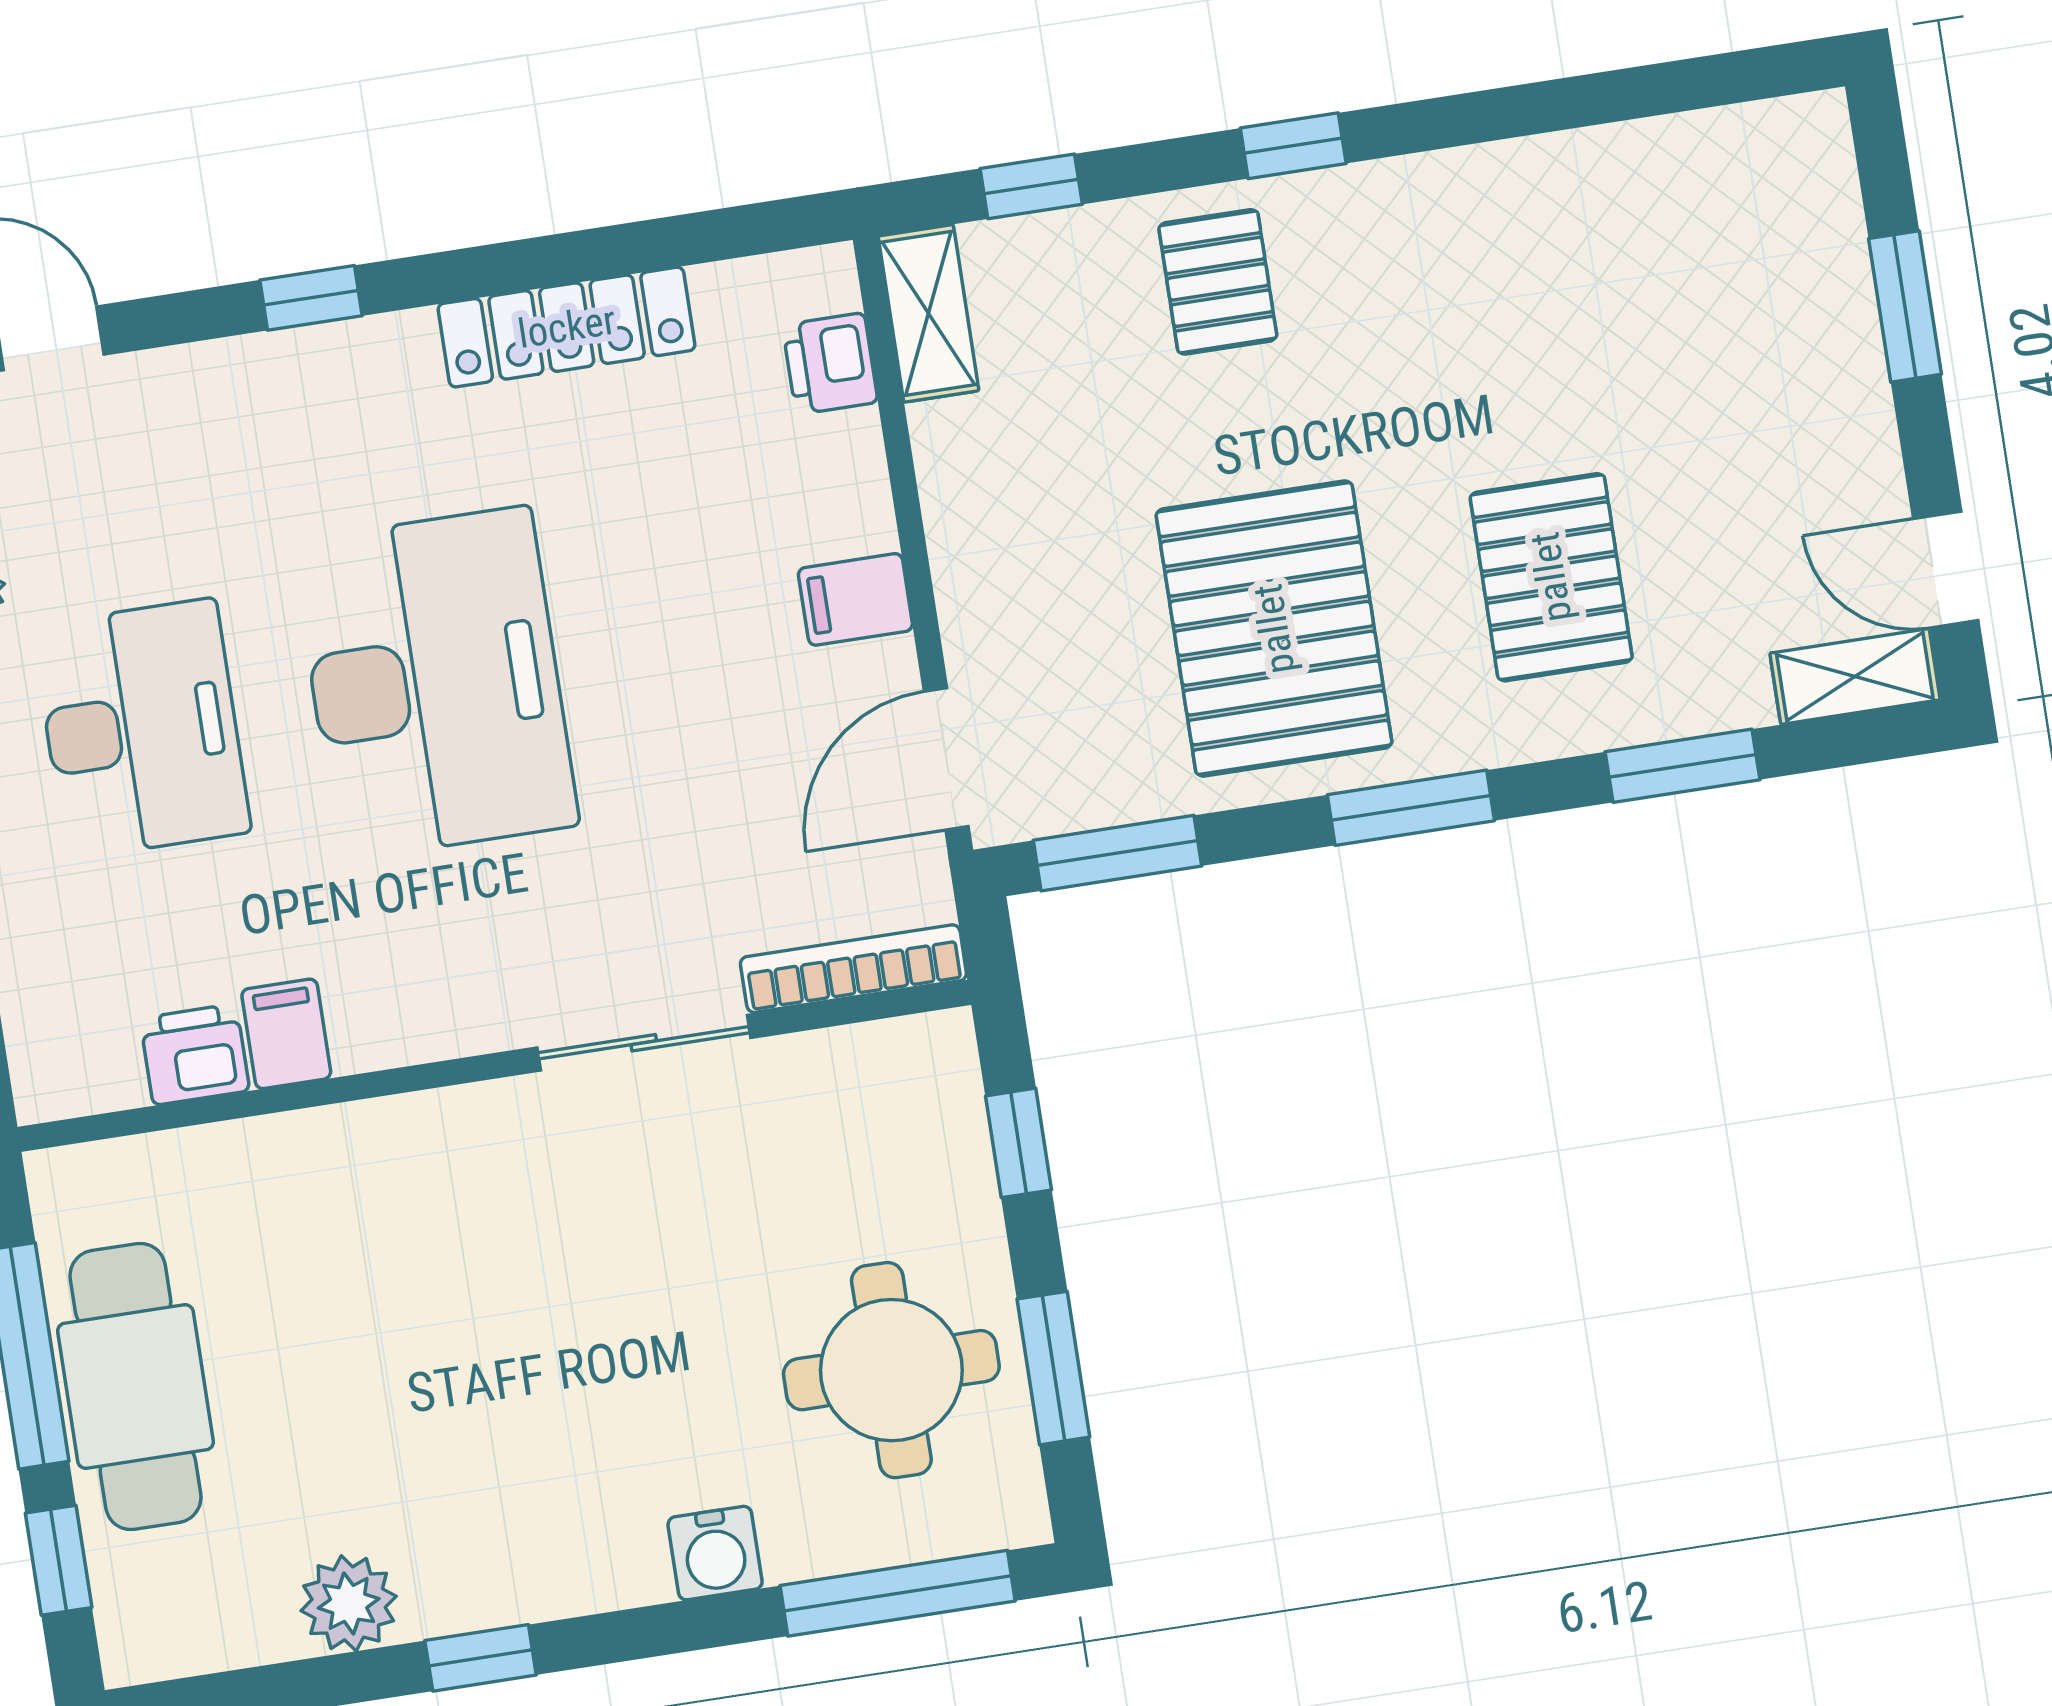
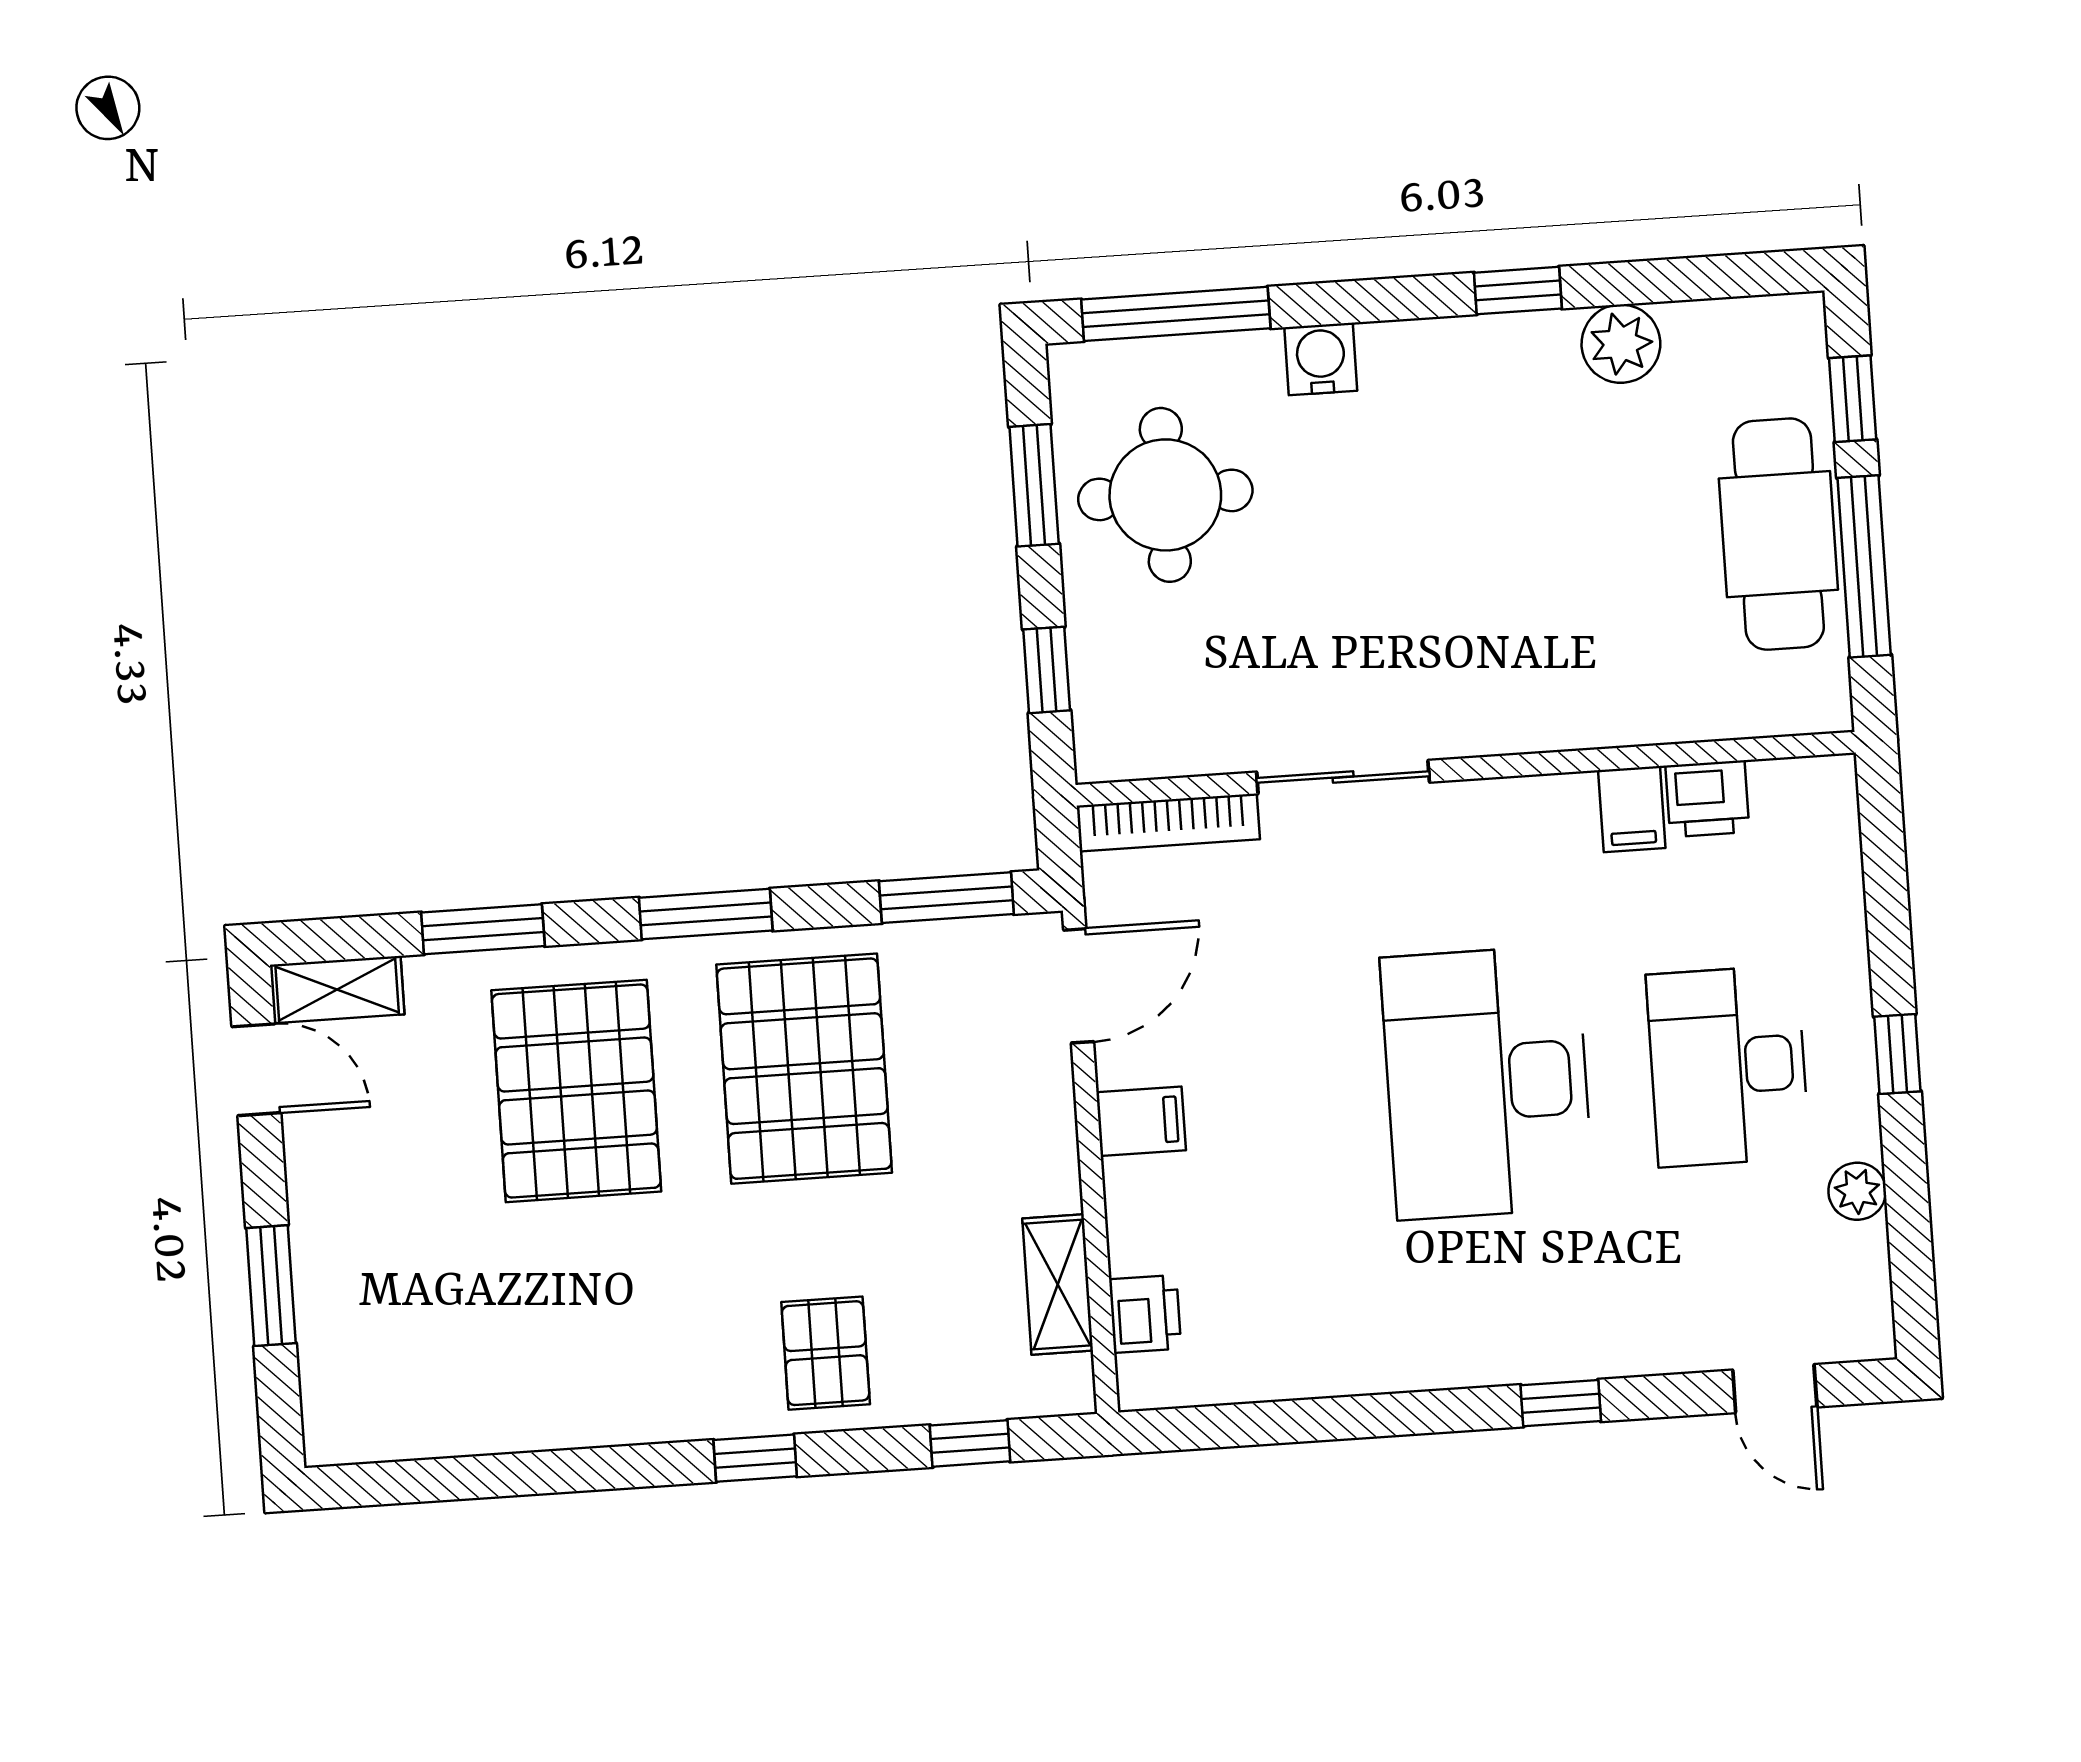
shelving: (929, 313) -> (1058, 1284), moved
locker: (567, 327) -> (1356, 1362), removed
pallet: (1551, 577) -> (576, 1091), width x1.37, depth x1.41

